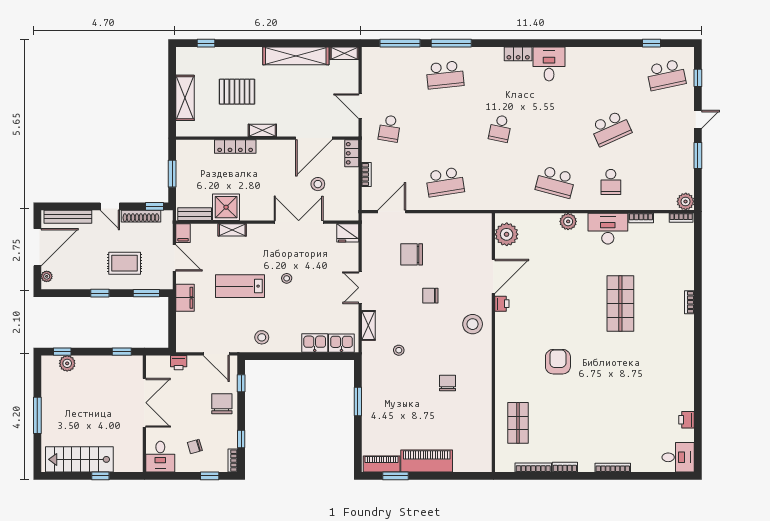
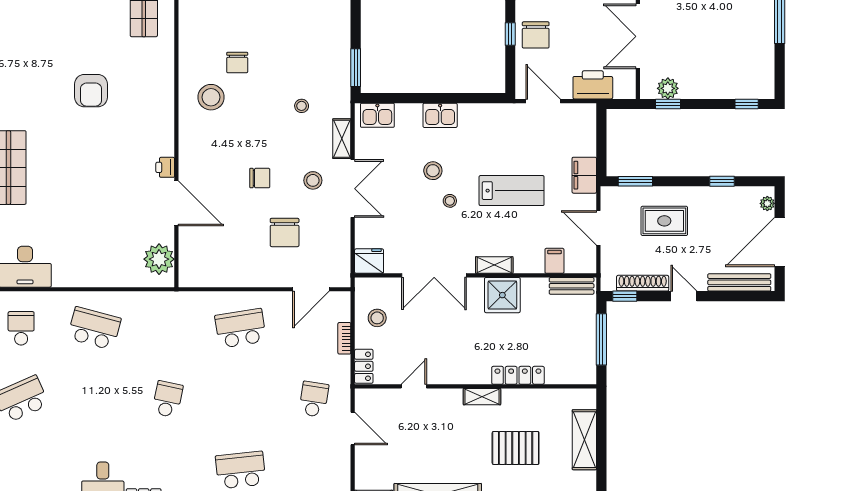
door: (314, 138) -> (414, 386), width x0.53
window: (172, 174) -> (601, 339), width x1.44
stool: (318, 184) -> (377, 318), moved
shower: (226, 207) -> (502, 295), moved
plant: (568, 221) -> (77, 276), removed
shelving: (232, 230) -> (494, 265), moved
filing cabinet: (183, 233) -> (554, 261), moved
chair: (412, 254) -> (285, 232), turned 90
door: (493, 276) -> (176, 203), swing flipped
double door: (360, 288) -> (353, 189), width x1.37
window: (100, 293) -> (722, 181), moved
stool: (390, 294) -> (313, 180), added
stool: (473, 324) -> (211, 97), moved
stool: (262, 337) -> (433, 171), moved
kitchen sink: (315, 343) -> (440, 115), moved
plant: (67, 363) -> (668, 88), moved
printer: (179, 363) -> (593, 85), width x1.87, depth x1.48
window: (241, 383) -> (510, 34), moved
window: (358, 401) -> (356, 68), moved

